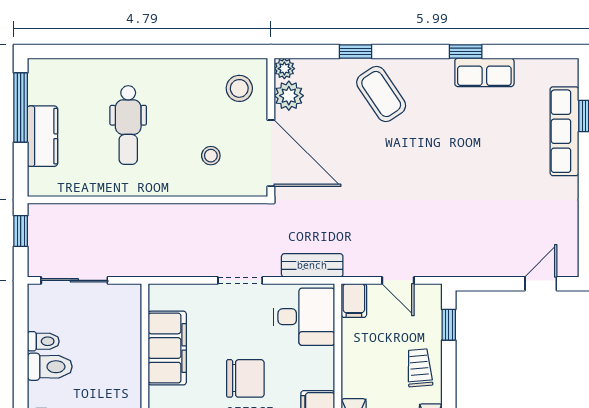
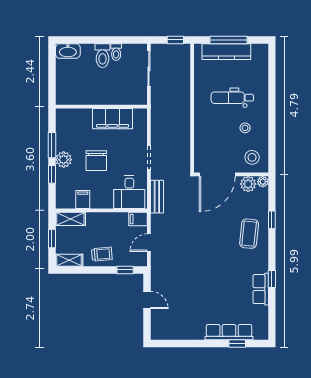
coffee table: (381, 94) -> (249, 234), turned -50
window: (21, 107) -> (229, 40), moved
kitchen counter: (42, 136) -> (226, 52), width x1.50
stool: (211, 156) -> (245, 128), moved
door: (541, 284) -> (147, 300), moved

